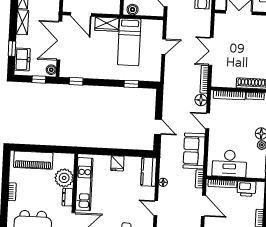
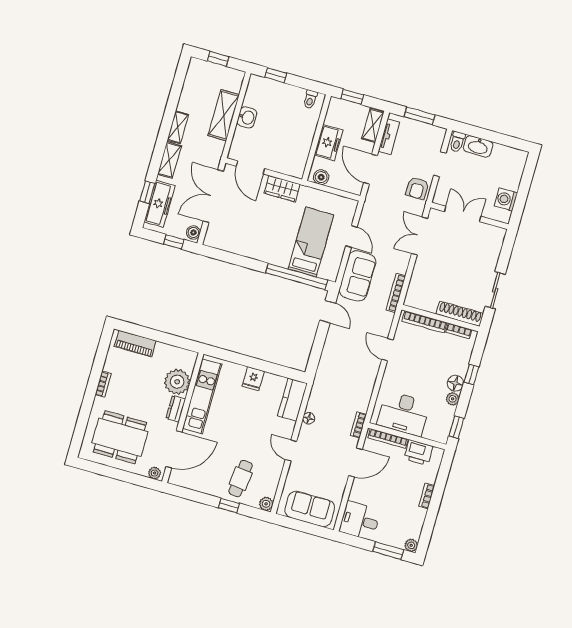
bed: (129, 42) -> (311, 242), moved, turned 180
door: (164, 47) -> (351, 237), hinge flipped
double door: (211, 51) -> (420, 236), moved
freezer: (22, 59) -> (160, 204), width x1.40
window: (76, 81) -> (223, 256), removed
window: (131, 84) -> (297, 277), width x3.17
floor lamp: (201, 100) -> (385, 320), removed
door: (158, 127) -> (328, 312), moved
sofa: (194, 151) -> (357, 276), moved, turned 180
piano: (33, 160) -> (135, 344), width x0.73, depth x0.75
door: (203, 206) -> (356, 462), hinge flipped

